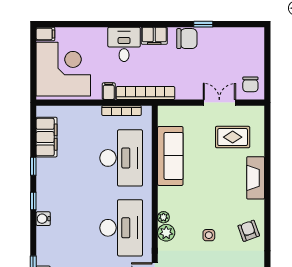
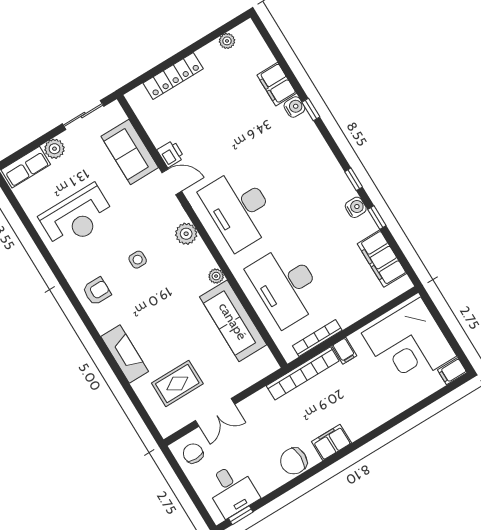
window: (203, 24) -> (241, 515), moved
desk: (124, 44) -> (232, 490), moved
plant: (163, 217) -> (216, 276), moved
water cooler: (43, 219) -> (356, 207), moved
armchair: (249, 231) -> (97, 291), turned -70

